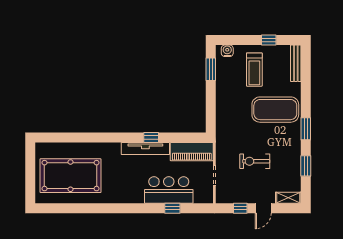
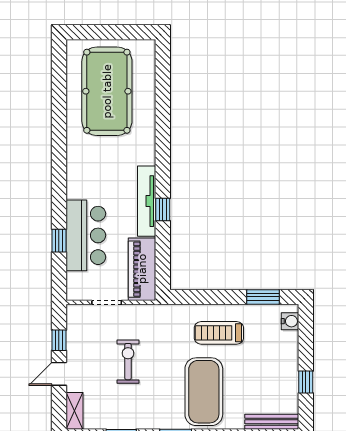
treadmill: (254, 70) -> (219, 333), moved
door: (263, 208) -> (59, 374), hinge flipped

